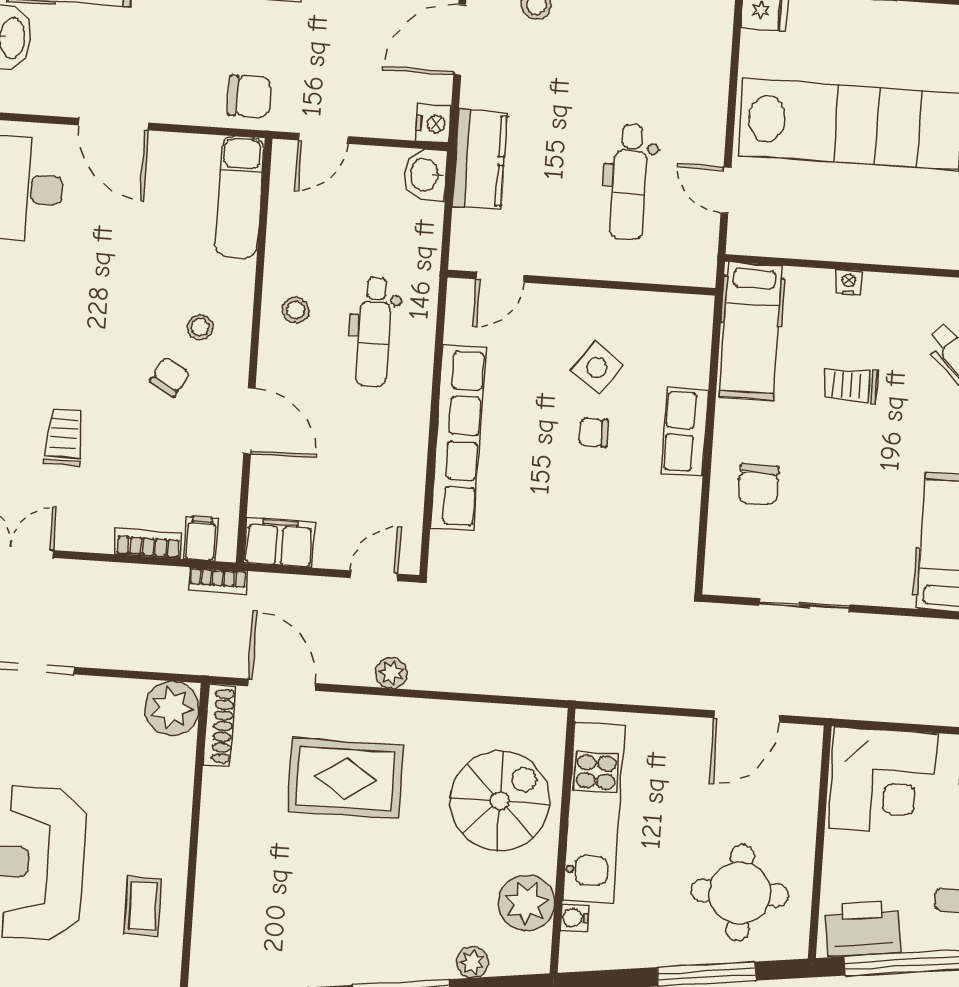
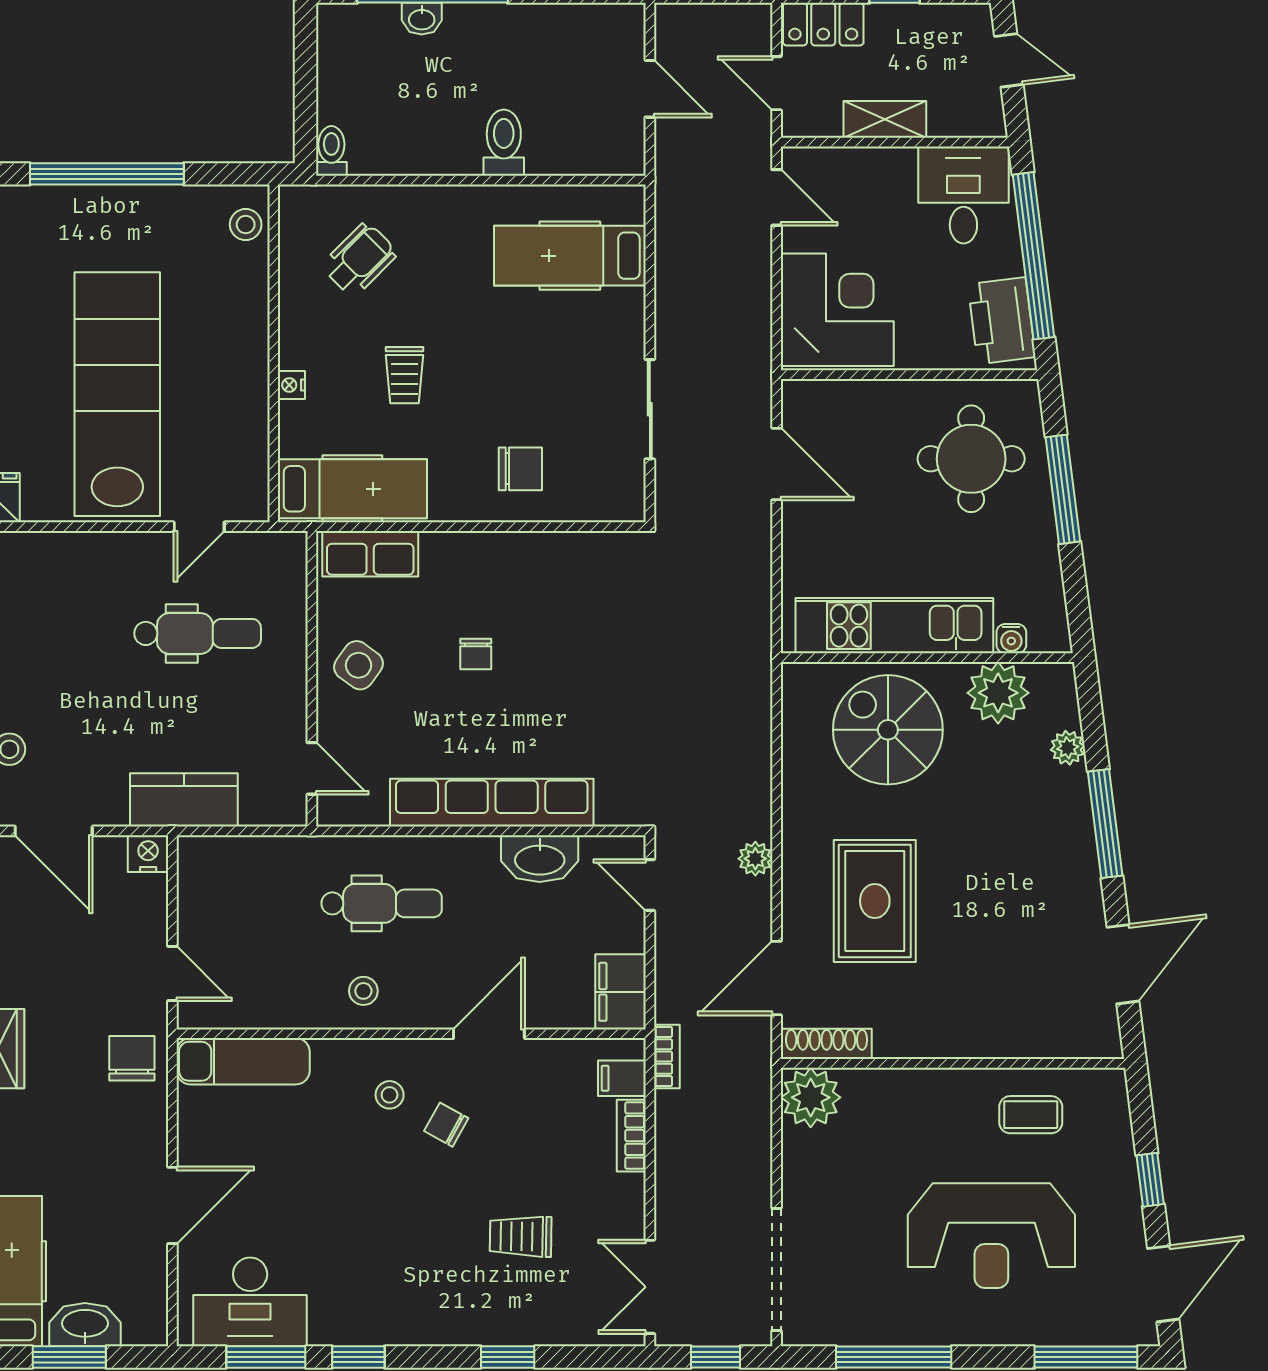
washbasin: (425, 174) -> (540, 859), moved, width x1.38
side table: (597, 367) -> (358, 665), moved
row of seats: (685, 432) -> (370, 554), moved

